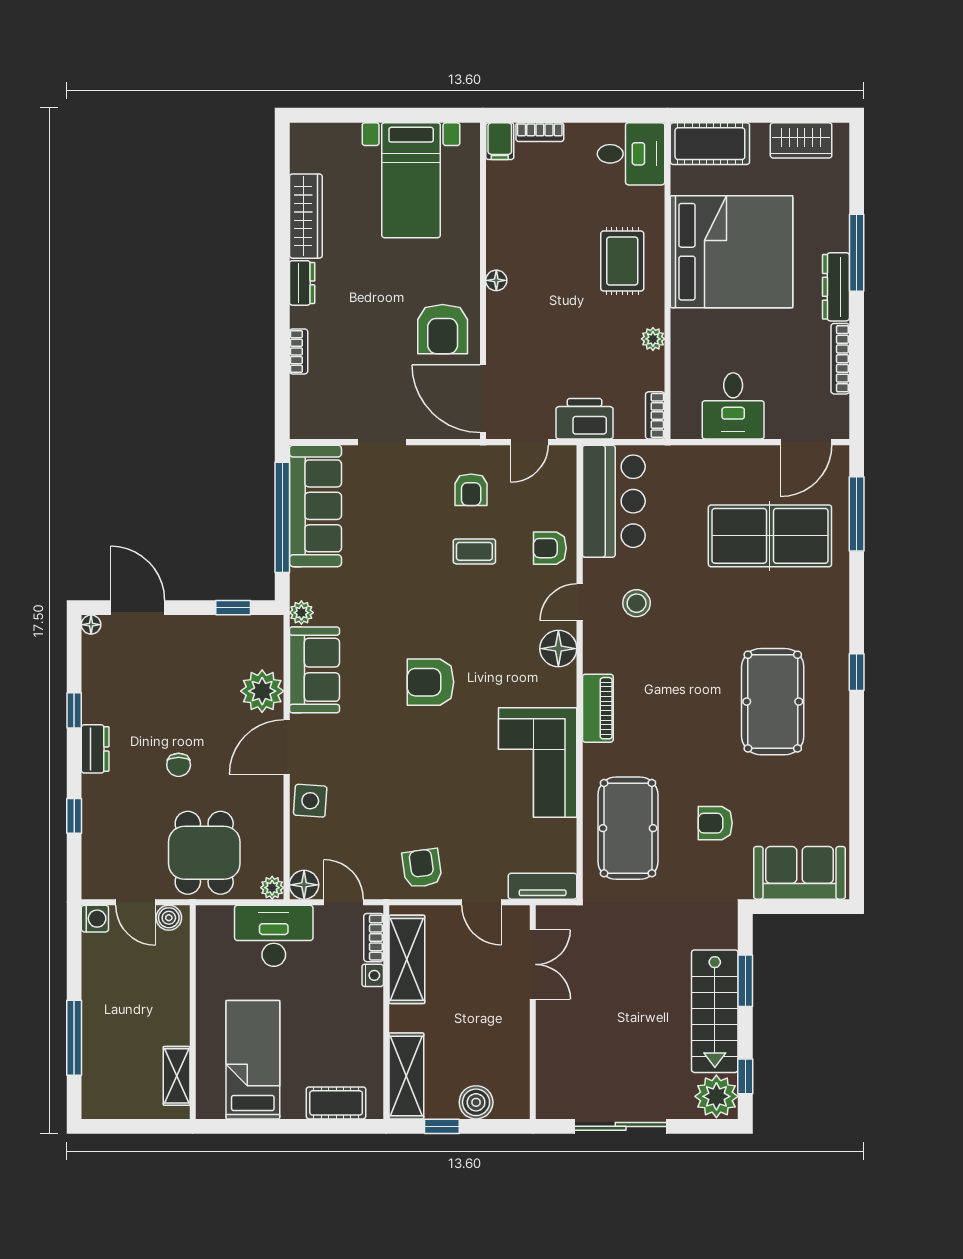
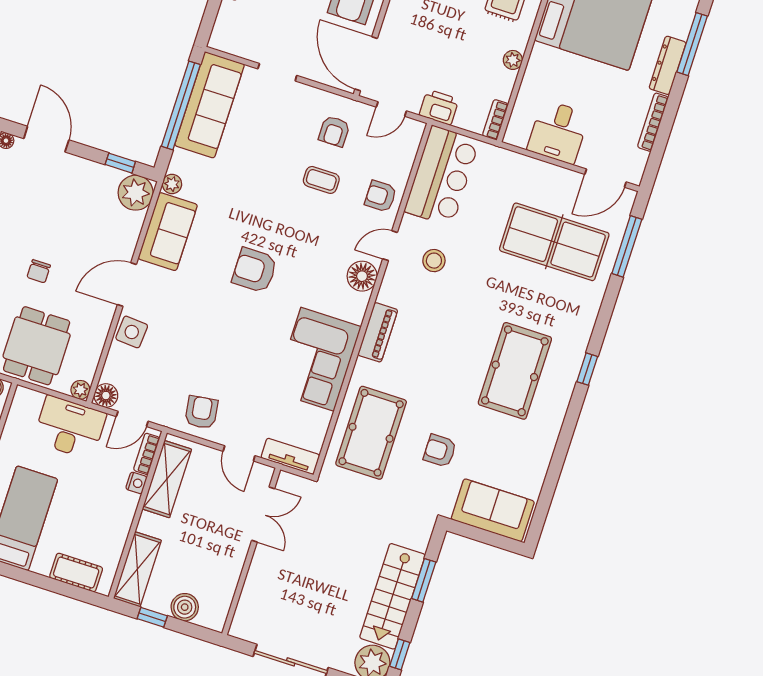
printer: (584, 419) -> (439, 107), width x0.73, depth x0.84
plant: (262, 691) -> (136, 193), moved
door: (344, 902) -> (132, 419), swing flipped

